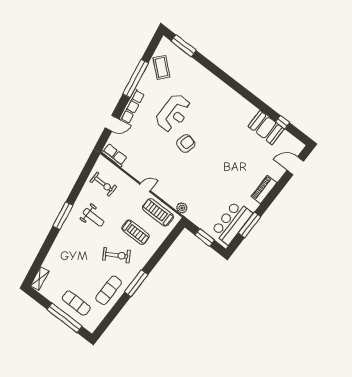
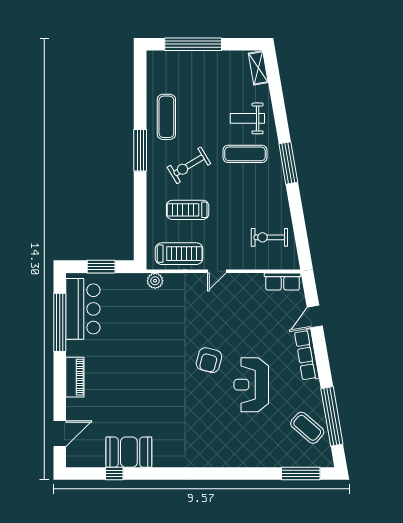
window: (136, 78) -> (332, 416), moved
weight bench: (94, 217) -> (247, 118), moved
window: (250, 225) -> (60, 322), width x1.46
exercise mat: (76, 303) -> (245, 154), moved

